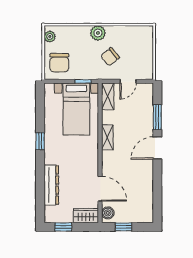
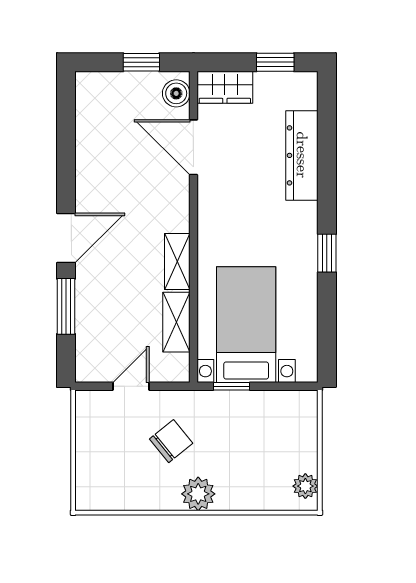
chair: (59, 63) -> (284, 428), removed
shelving: (108, 96) -> (176, 322), moved

